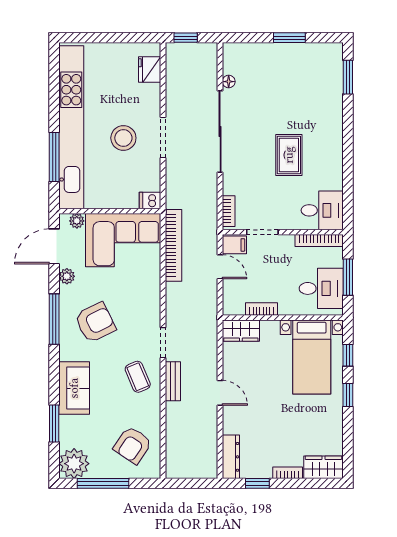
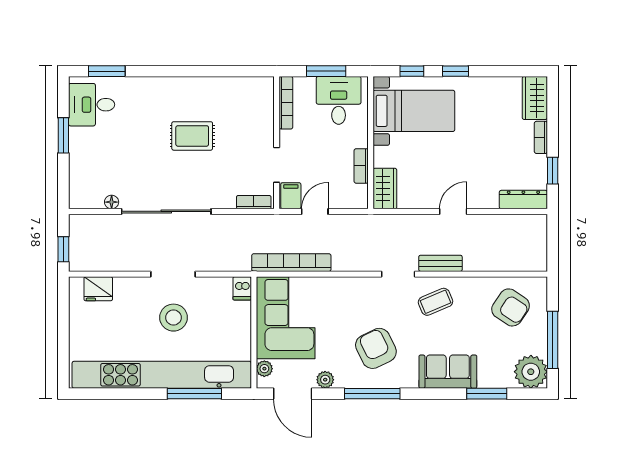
desk: (322, 210) -> (92, 105), moved, turned -90

